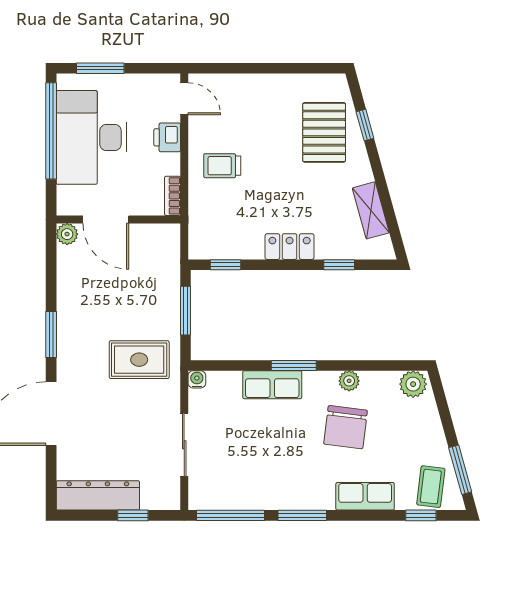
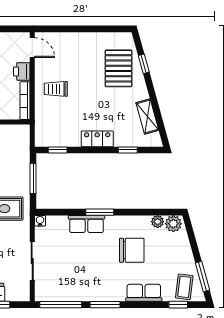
bookcase: (172, 196) -> (25, 101), width x1.56
plant: (349, 381) -> (158, 222), moved
chair: (346, 427) -> (132, 250), turned -97

